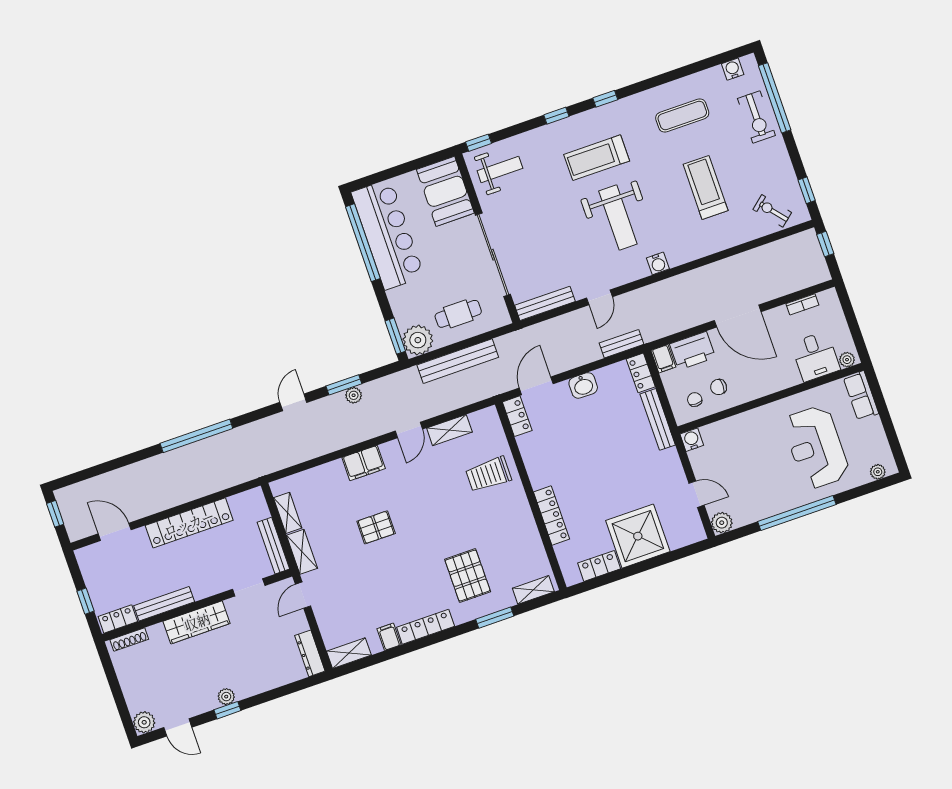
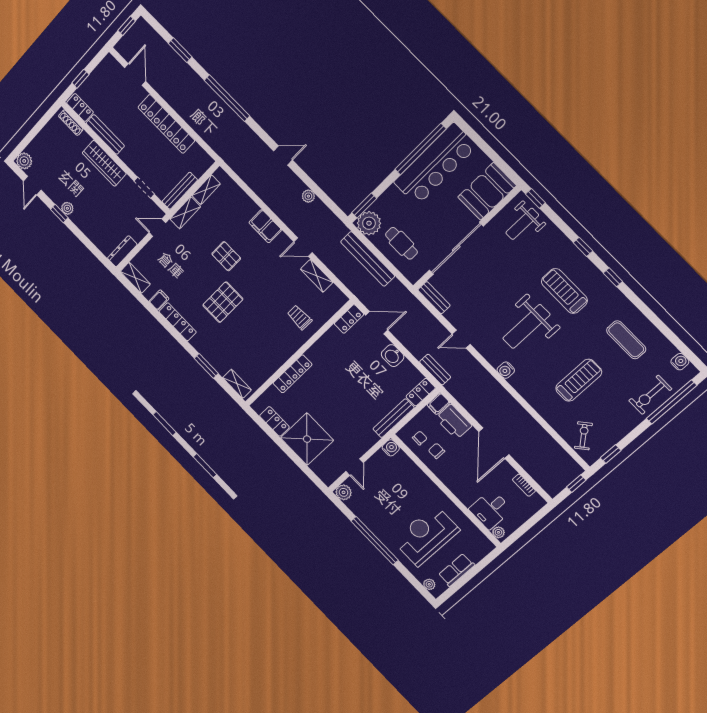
weight bench: (500, 169) -> (522, 224), turned 90
bench: (545, 303) -> (434, 298), width x0.73
window: (344, 385) -> (180, 50), moved
row of seats: (861, 396) -> (457, 570), moved
trolley: (489, 474) -> (299, 317), width x0.73, depth x0.72
pallet: (468, 576) -> (223, 302), moved

